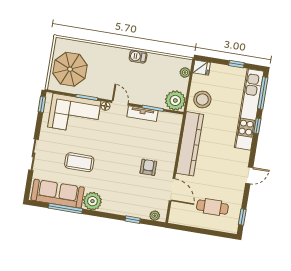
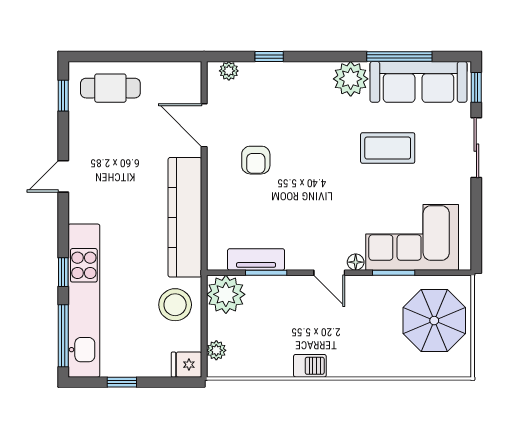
window: (42, 104) -> (476, 87), moved
tv unit: (142, 114) -> (256, 259), moved
cafe table: (212, 207) -> (110, 88), moved

